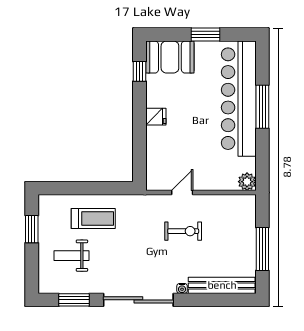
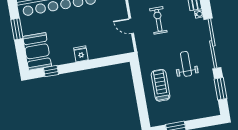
weight bench: (72, 256) -> (186, 64), moved, turned 180

